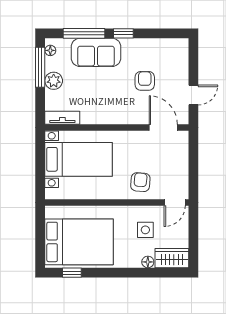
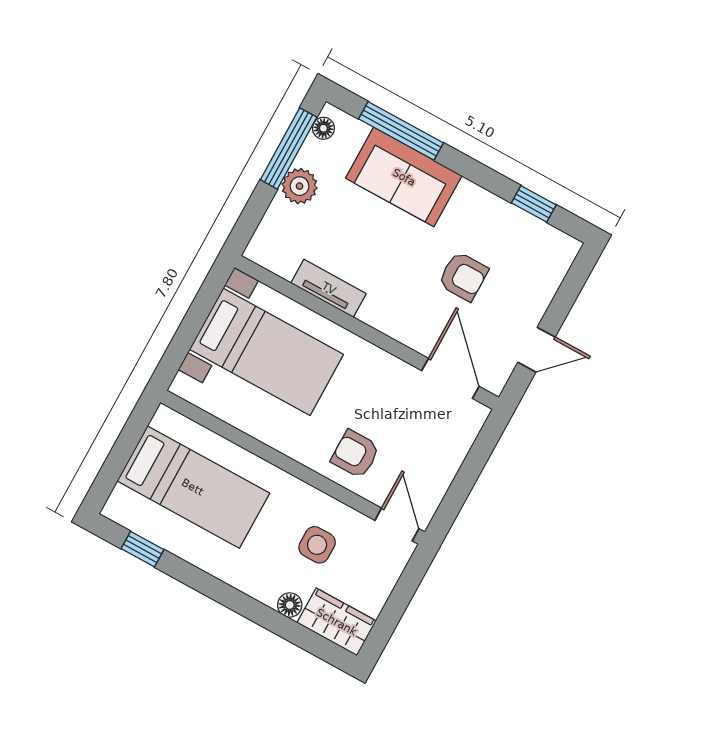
window: (123, 33) -> (534, 204), moved
armchair: (145, 81) -> (463, 276), turned 90
tv unit: (62, 118) -> (329, 288), moved
armchair: (140, 182) -> (355, 454), turned -95
door: (175, 202) -> (397, 525), swing flipped
bed: (79, 242) -> (193, 487), width x0.67

